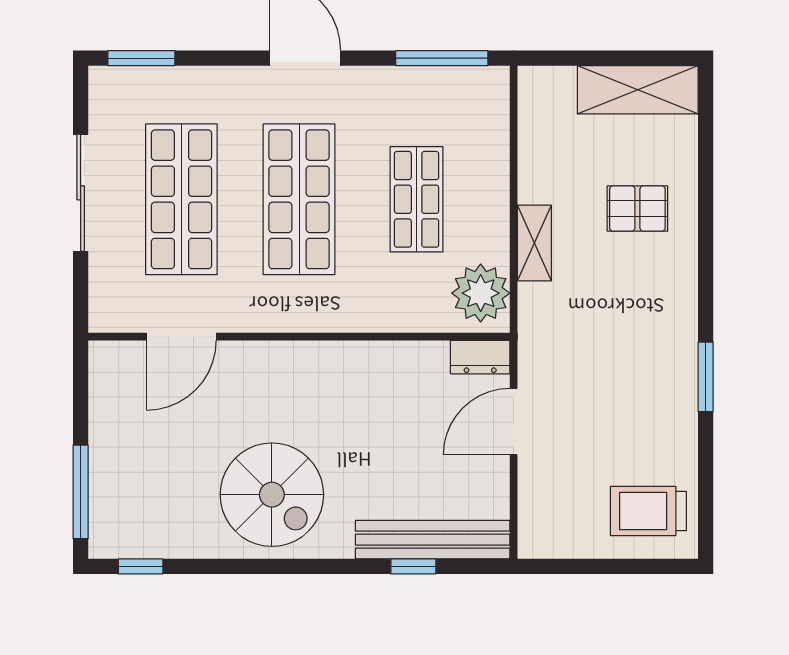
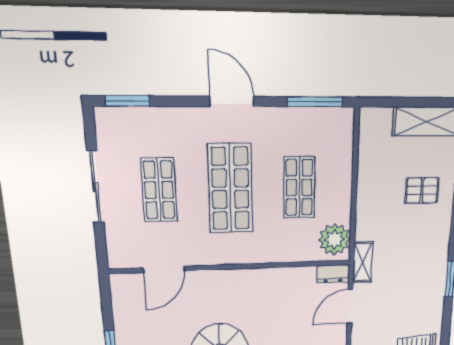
shop shelf: (181, 199) -> (159, 190), width x0.70, depth x0.74
shelving: (534, 243) -> (363, 262), moved

